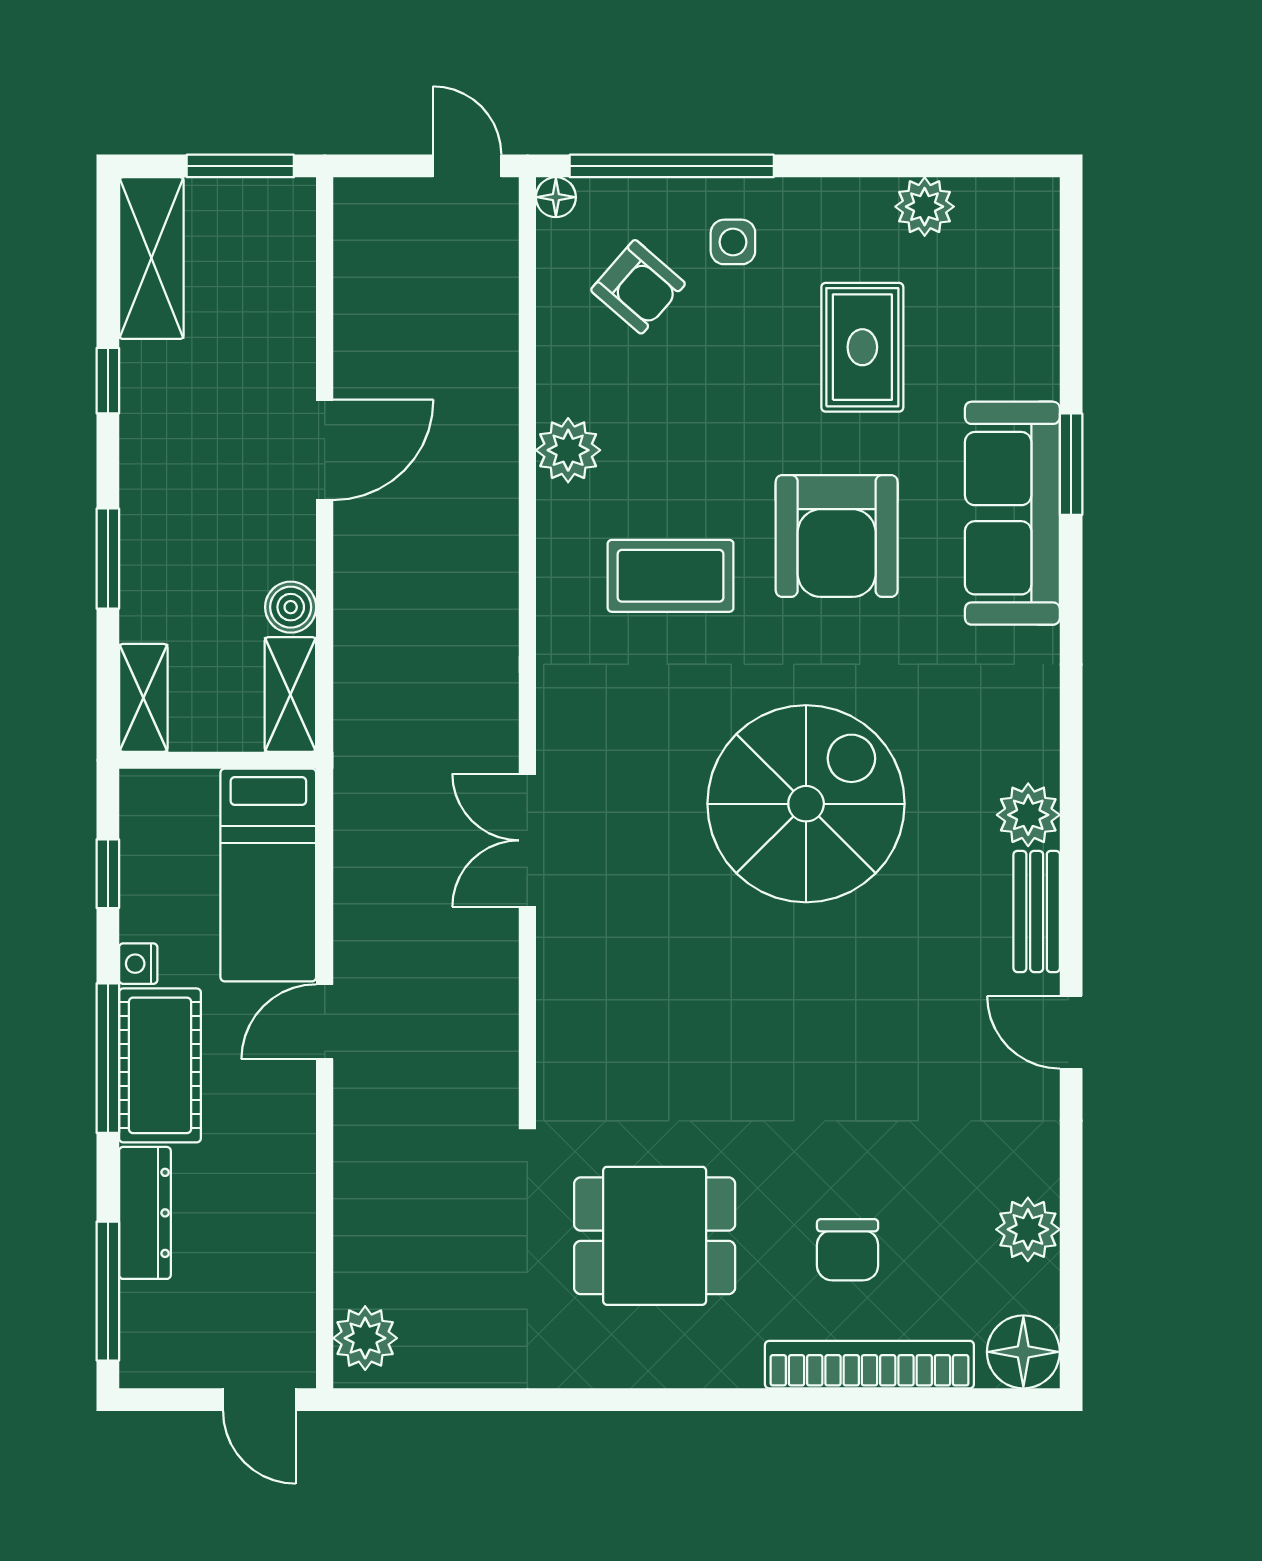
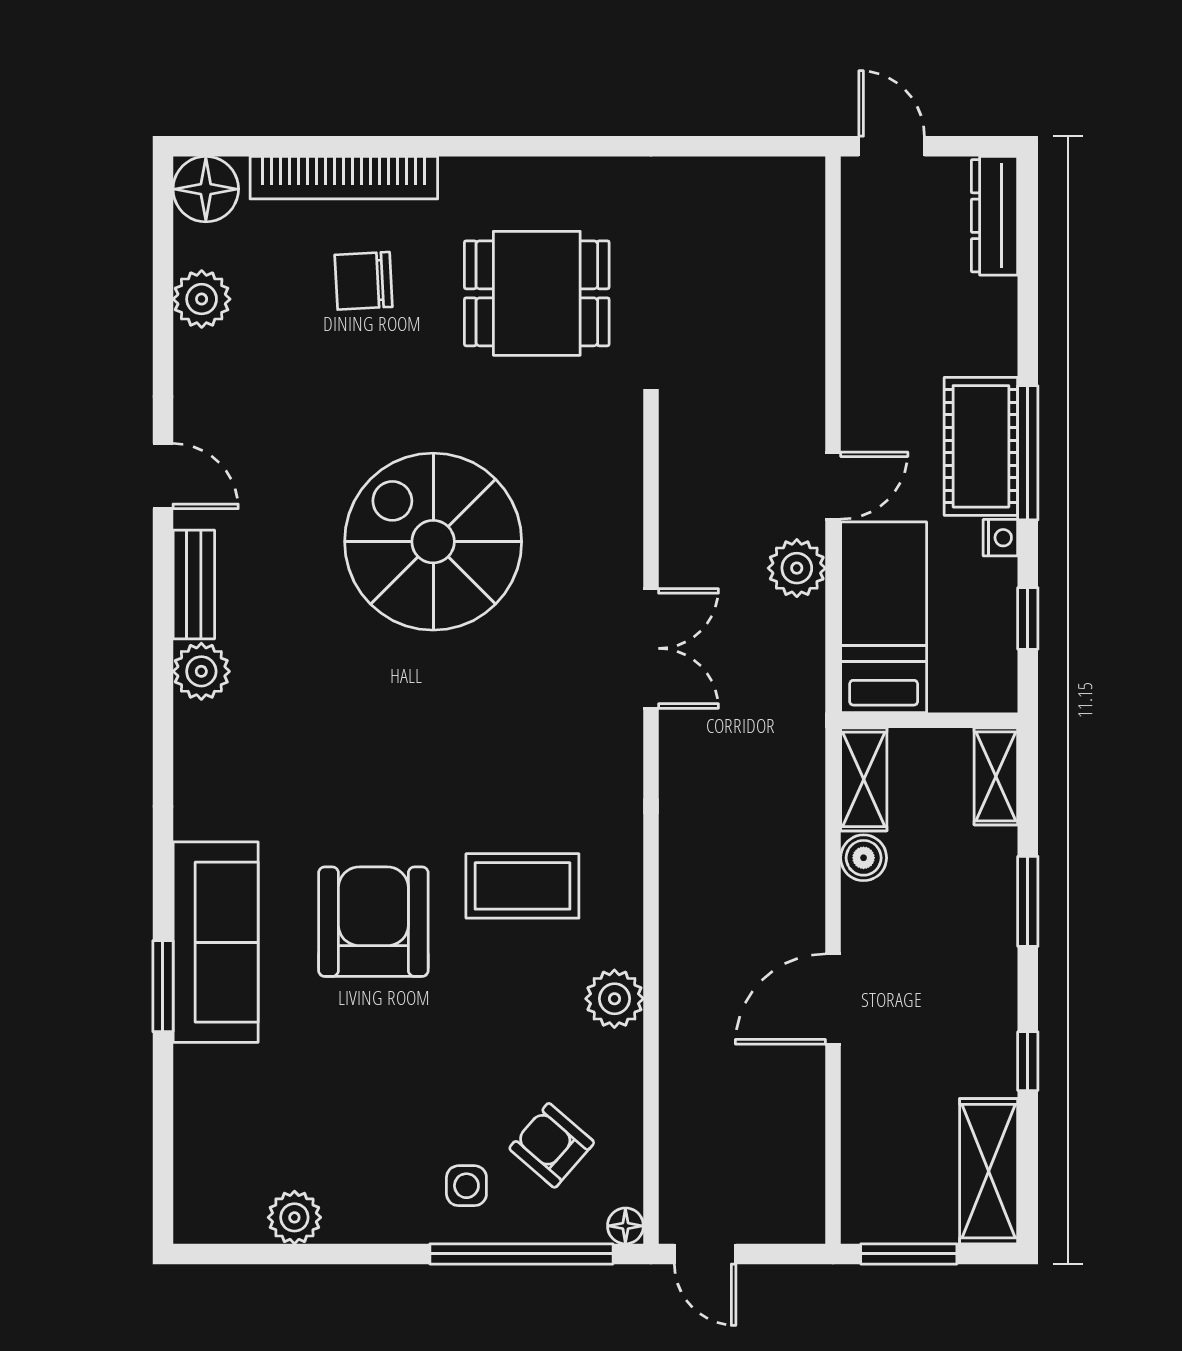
rug: (862, 347) -> (350, 1091), removed
spiral stairs: (806, 804) -> (433, 542), moved, turned 90
dresser: (145, 1213) -> (994, 216), moved
chair: (848, 1250) -> (364, 281), turned -93
window: (108, 1291) -> (1028, 244), removed
plant: (365, 1338) -> (797, 568), moved

